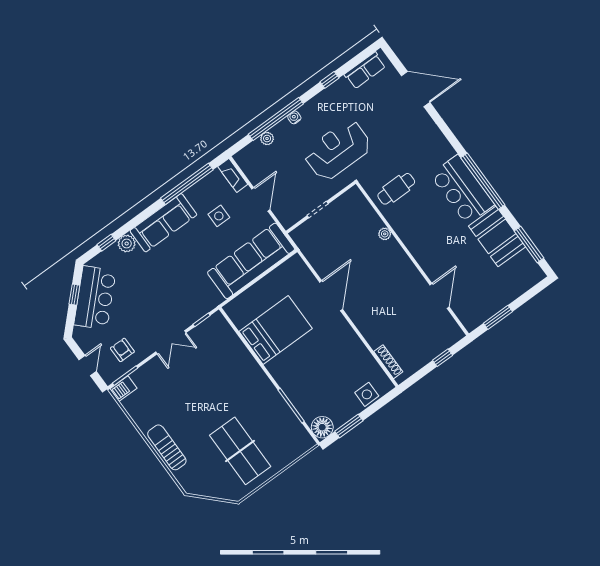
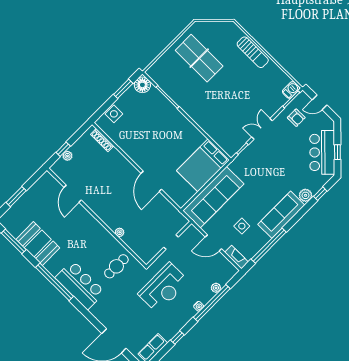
bar counter: (462, 190) -> (80, 285), moved
door: (261, 199) -> (213, 243), hinge flipped
window: (498, 317) -> (16, 197), moved
bed: (276, 330) -> (203, 165), moved
plant: (438, 348) -> (67, 156), added
door: (88, 366) -> (320, 102), hinge flipped

